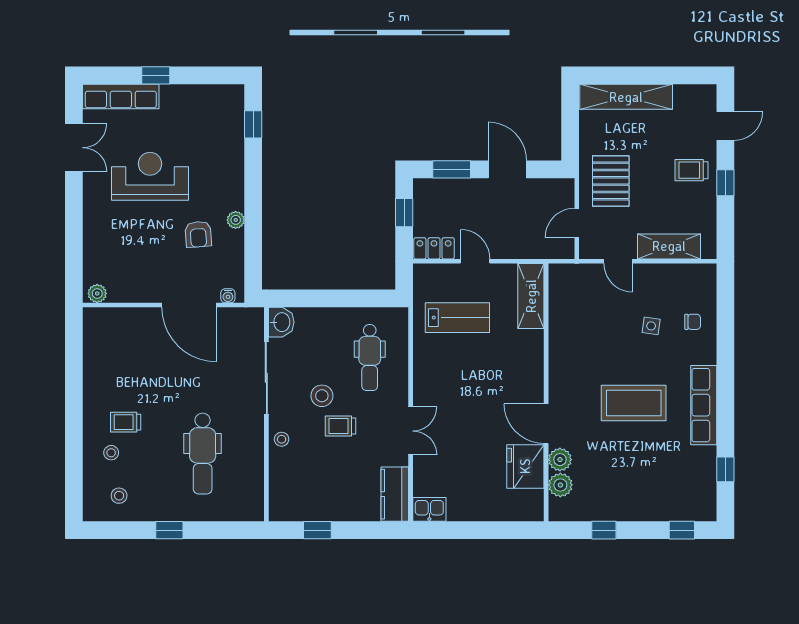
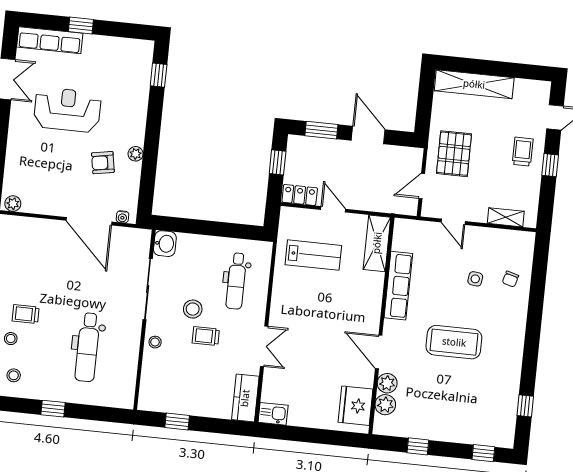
trolley: (691, 170) -> (523, 152), turned 90
armchair: (198, 234) -> (103, 163), turned 84
shelving: (669, 246) -> (506, 217), width x0.67, depth x0.75
chair: (693, 322) -> (510, 279), turned 105
row of seats: (704, 405) -> (398, 286), moved, turned 180
fridge: (525, 466) -> (356, 406), moved

